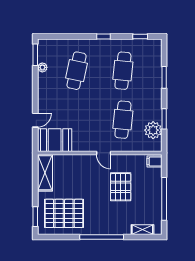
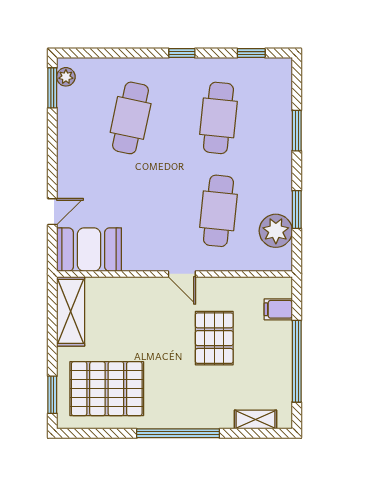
plant: (42, 67) -> (66, 77), moved
filing cabinet: (154, 162) -> (278, 309), moved

